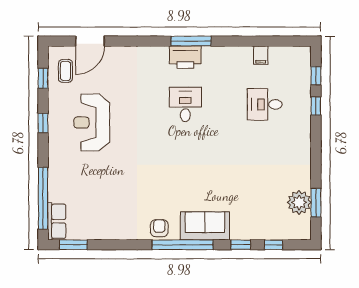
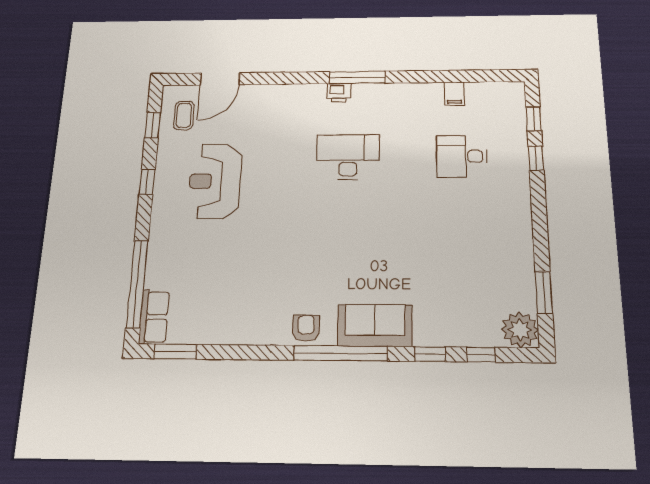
printer: (185, 57) -> (339, 93), width x0.53, depth x0.68
desk: (185, 104) -> (348, 157), width x1.37
plant: (299, 202) -> (520, 330), moved

